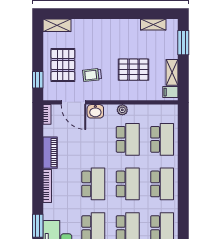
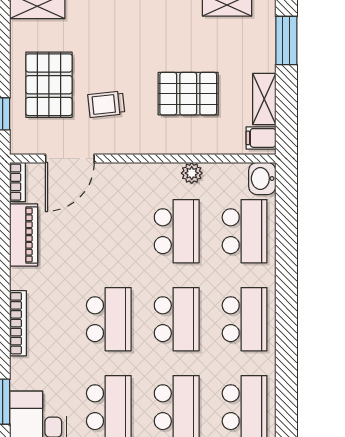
door: (73, 102) -> (70, 159), hinge flipped
plant: (122, 110) -> (192, 173), moved
washbasin: (95, 111) -> (262, 178), moved, turned 90
piano: (50, 153) -> (24, 235), moved

